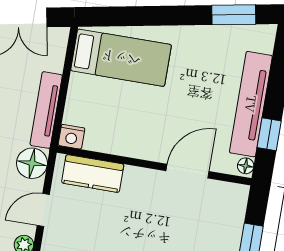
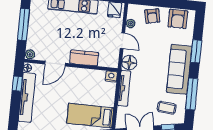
kitchen counter: (93, 174) -> (84, 58), moved
plant: (239, 194) -> (30, 54), added
door: (43, 210) -> (122, 41), hinge flipped

